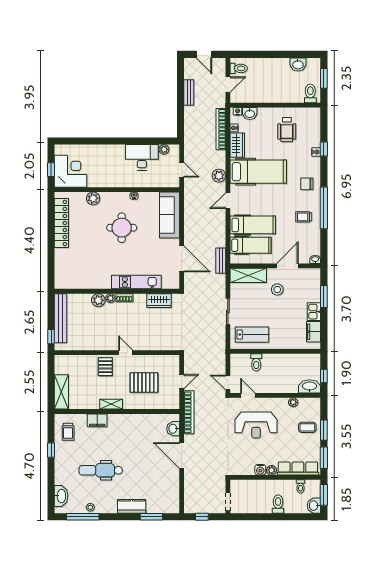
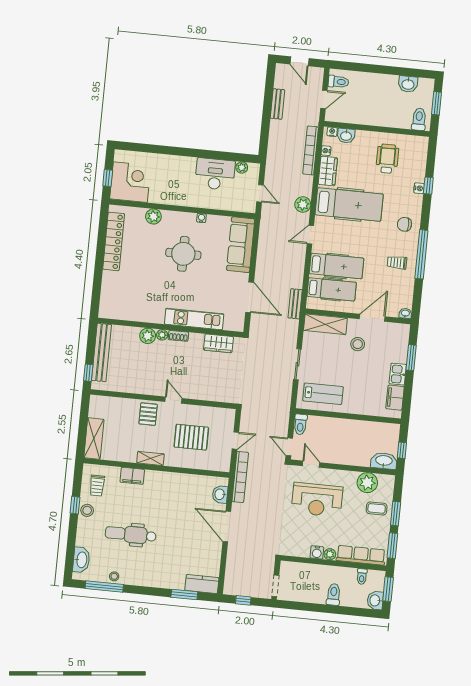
wheelchair: (287, 130) -> (387, 159), turned 180
toilet: (256, 362) -> (300, 424), moved
plant: (293, 402) -> (367, 483), width x1.88, depth x1.88
stool: (62, 454) -> (87, 510), added
kitchen counter: (132, 506) -> (202, 584), moved

